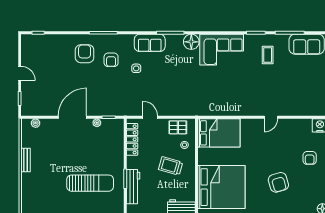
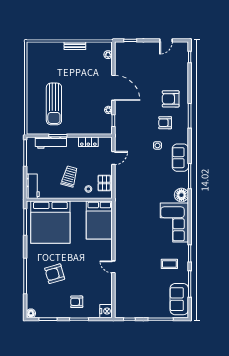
armchair: (85, 54) -> (171, 99), turned 180
door: (20, 73) -> (166, 40), moved
locker: (132, 139) -> (88, 142), width x0.66

